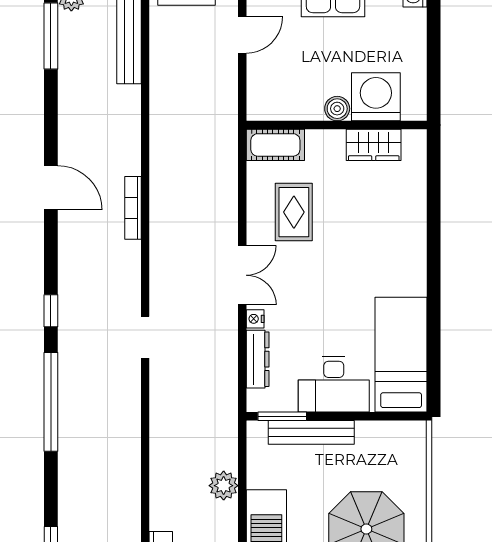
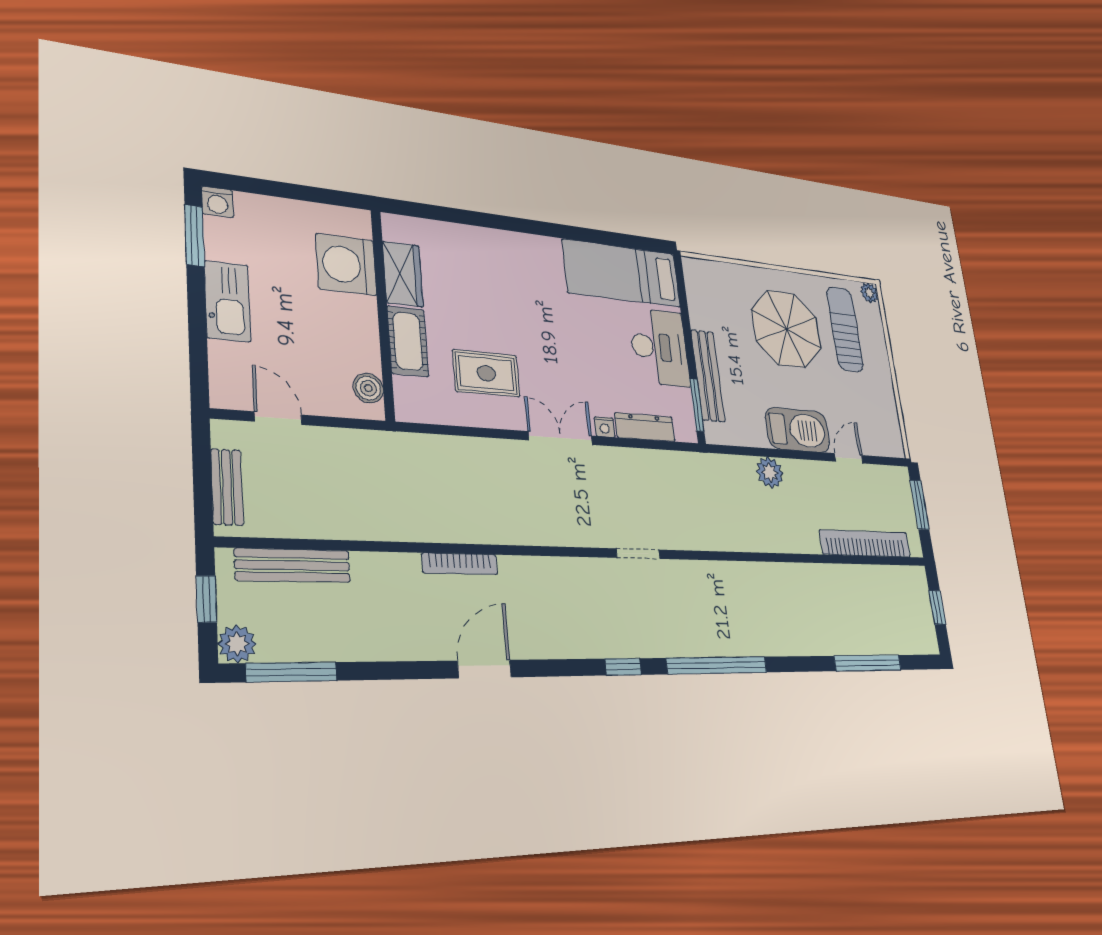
boiler: (337, 109) -> (368, 388), moved
cot: (275, 145) -> (408, 341), moved
bookcase: (133, 208) -> (460, 564), moved

